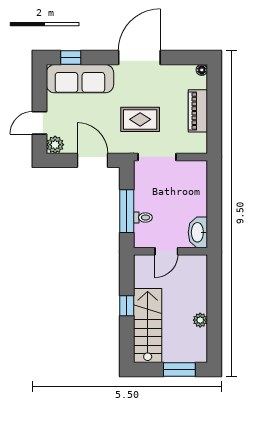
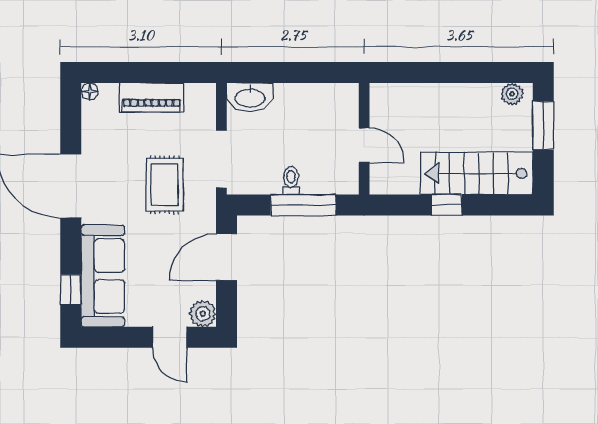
toilet: (143, 217) -> (291, 181), moved
washbasin: (198, 232) -> (250, 97), moved
plant: (200, 320) -> (512, 94), moved

